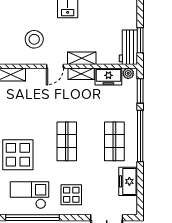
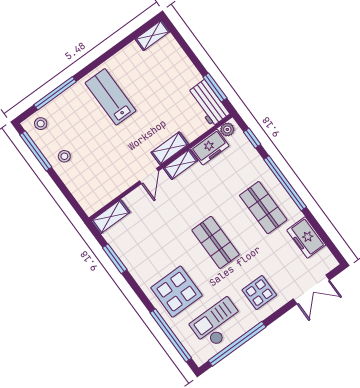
stool: (34, 39) -> (64, 156), moved, width x0.53, depth x0.53
window: (140, 91) -> (252, 138), width x0.67

